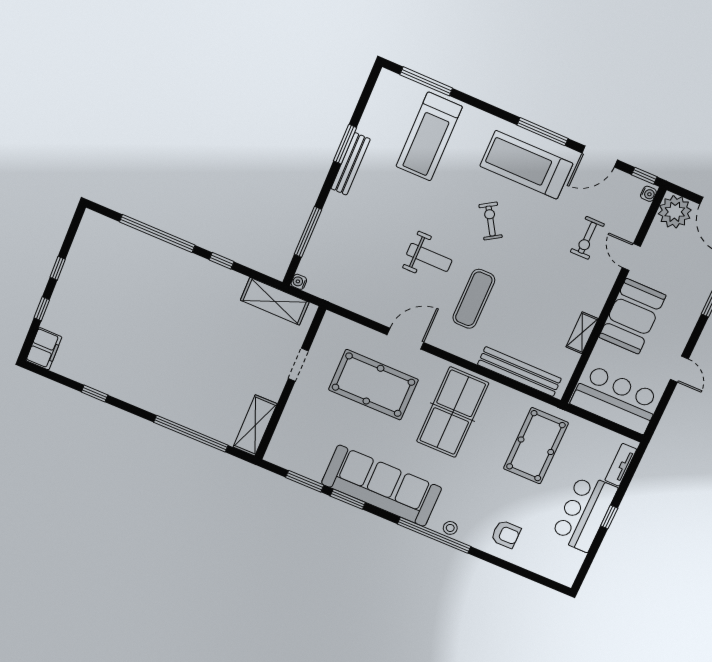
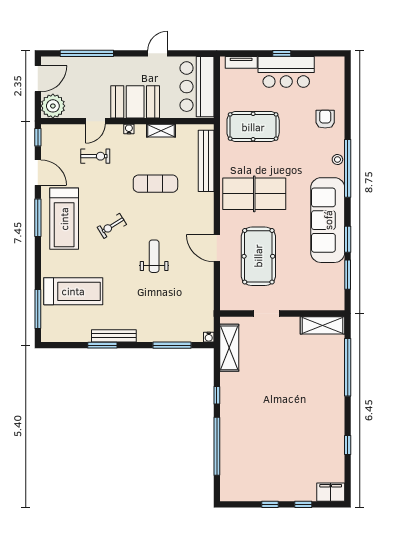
water cooler: (648, 194) -> (129, 129), moved
exercise mat: (474, 299) -> (155, 184), moved

